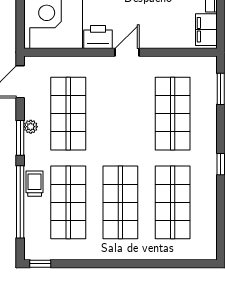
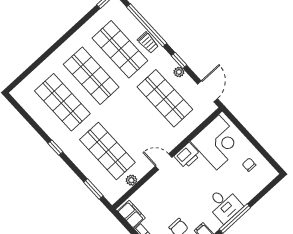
door: (127, 52) -> (164, 162), swing flipped
plant: (175, 63) -> (131, 180), added
window: (20, 138) -> (179, 60), width x0.67

